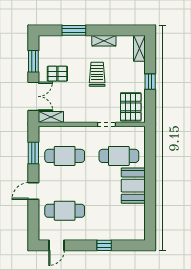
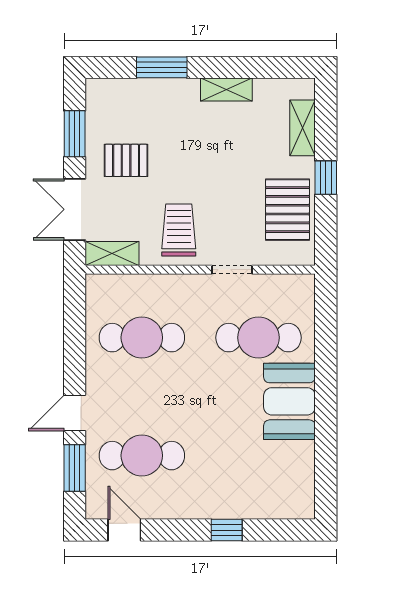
shelving: (139, 48) -> (303, 128), moved
trolley: (97, 74) -> (179, 230), moved
double door: (33, 96) -> (75, 209), swing flipped
pallet: (131, 107) -> (288, 210), moved
window: (33, 153) -> (75, 468), moved
door: (57, 245) -> (124, 530), swing flipped

